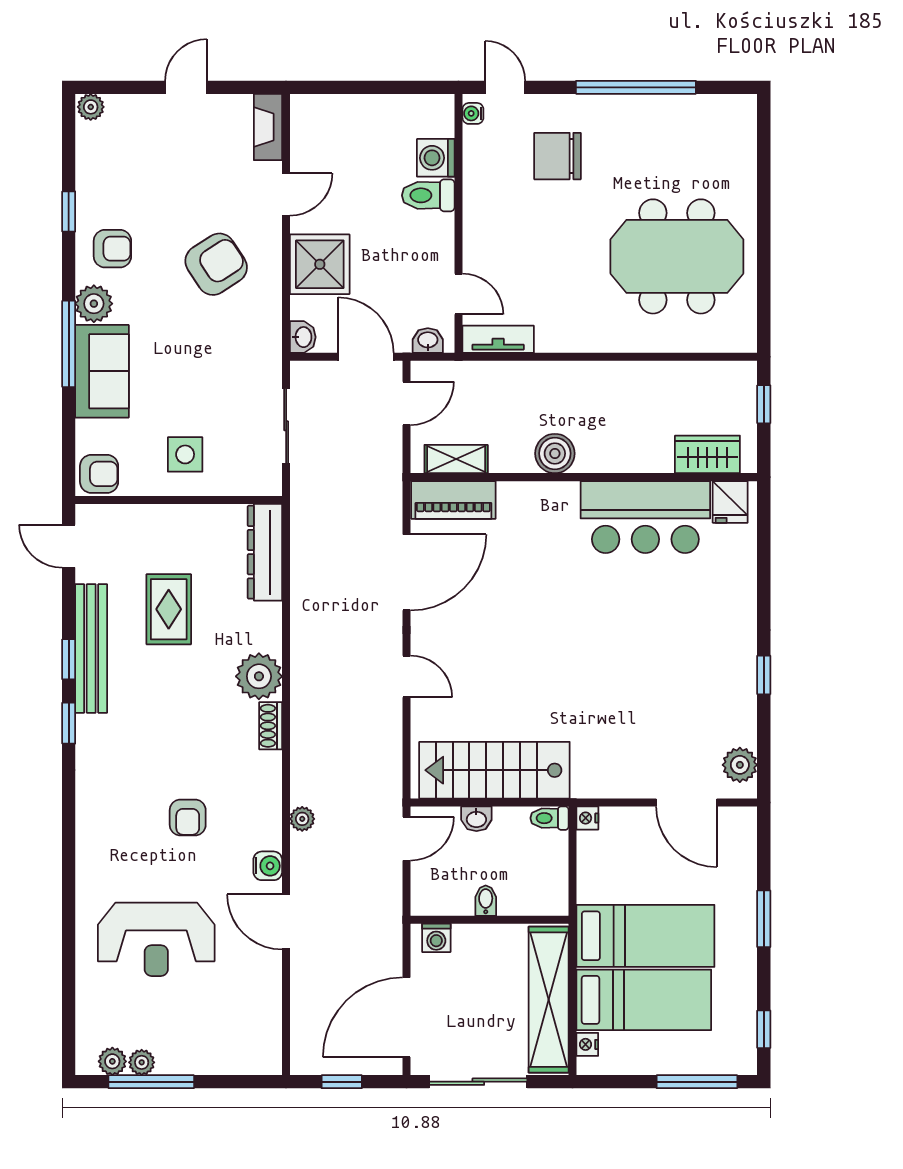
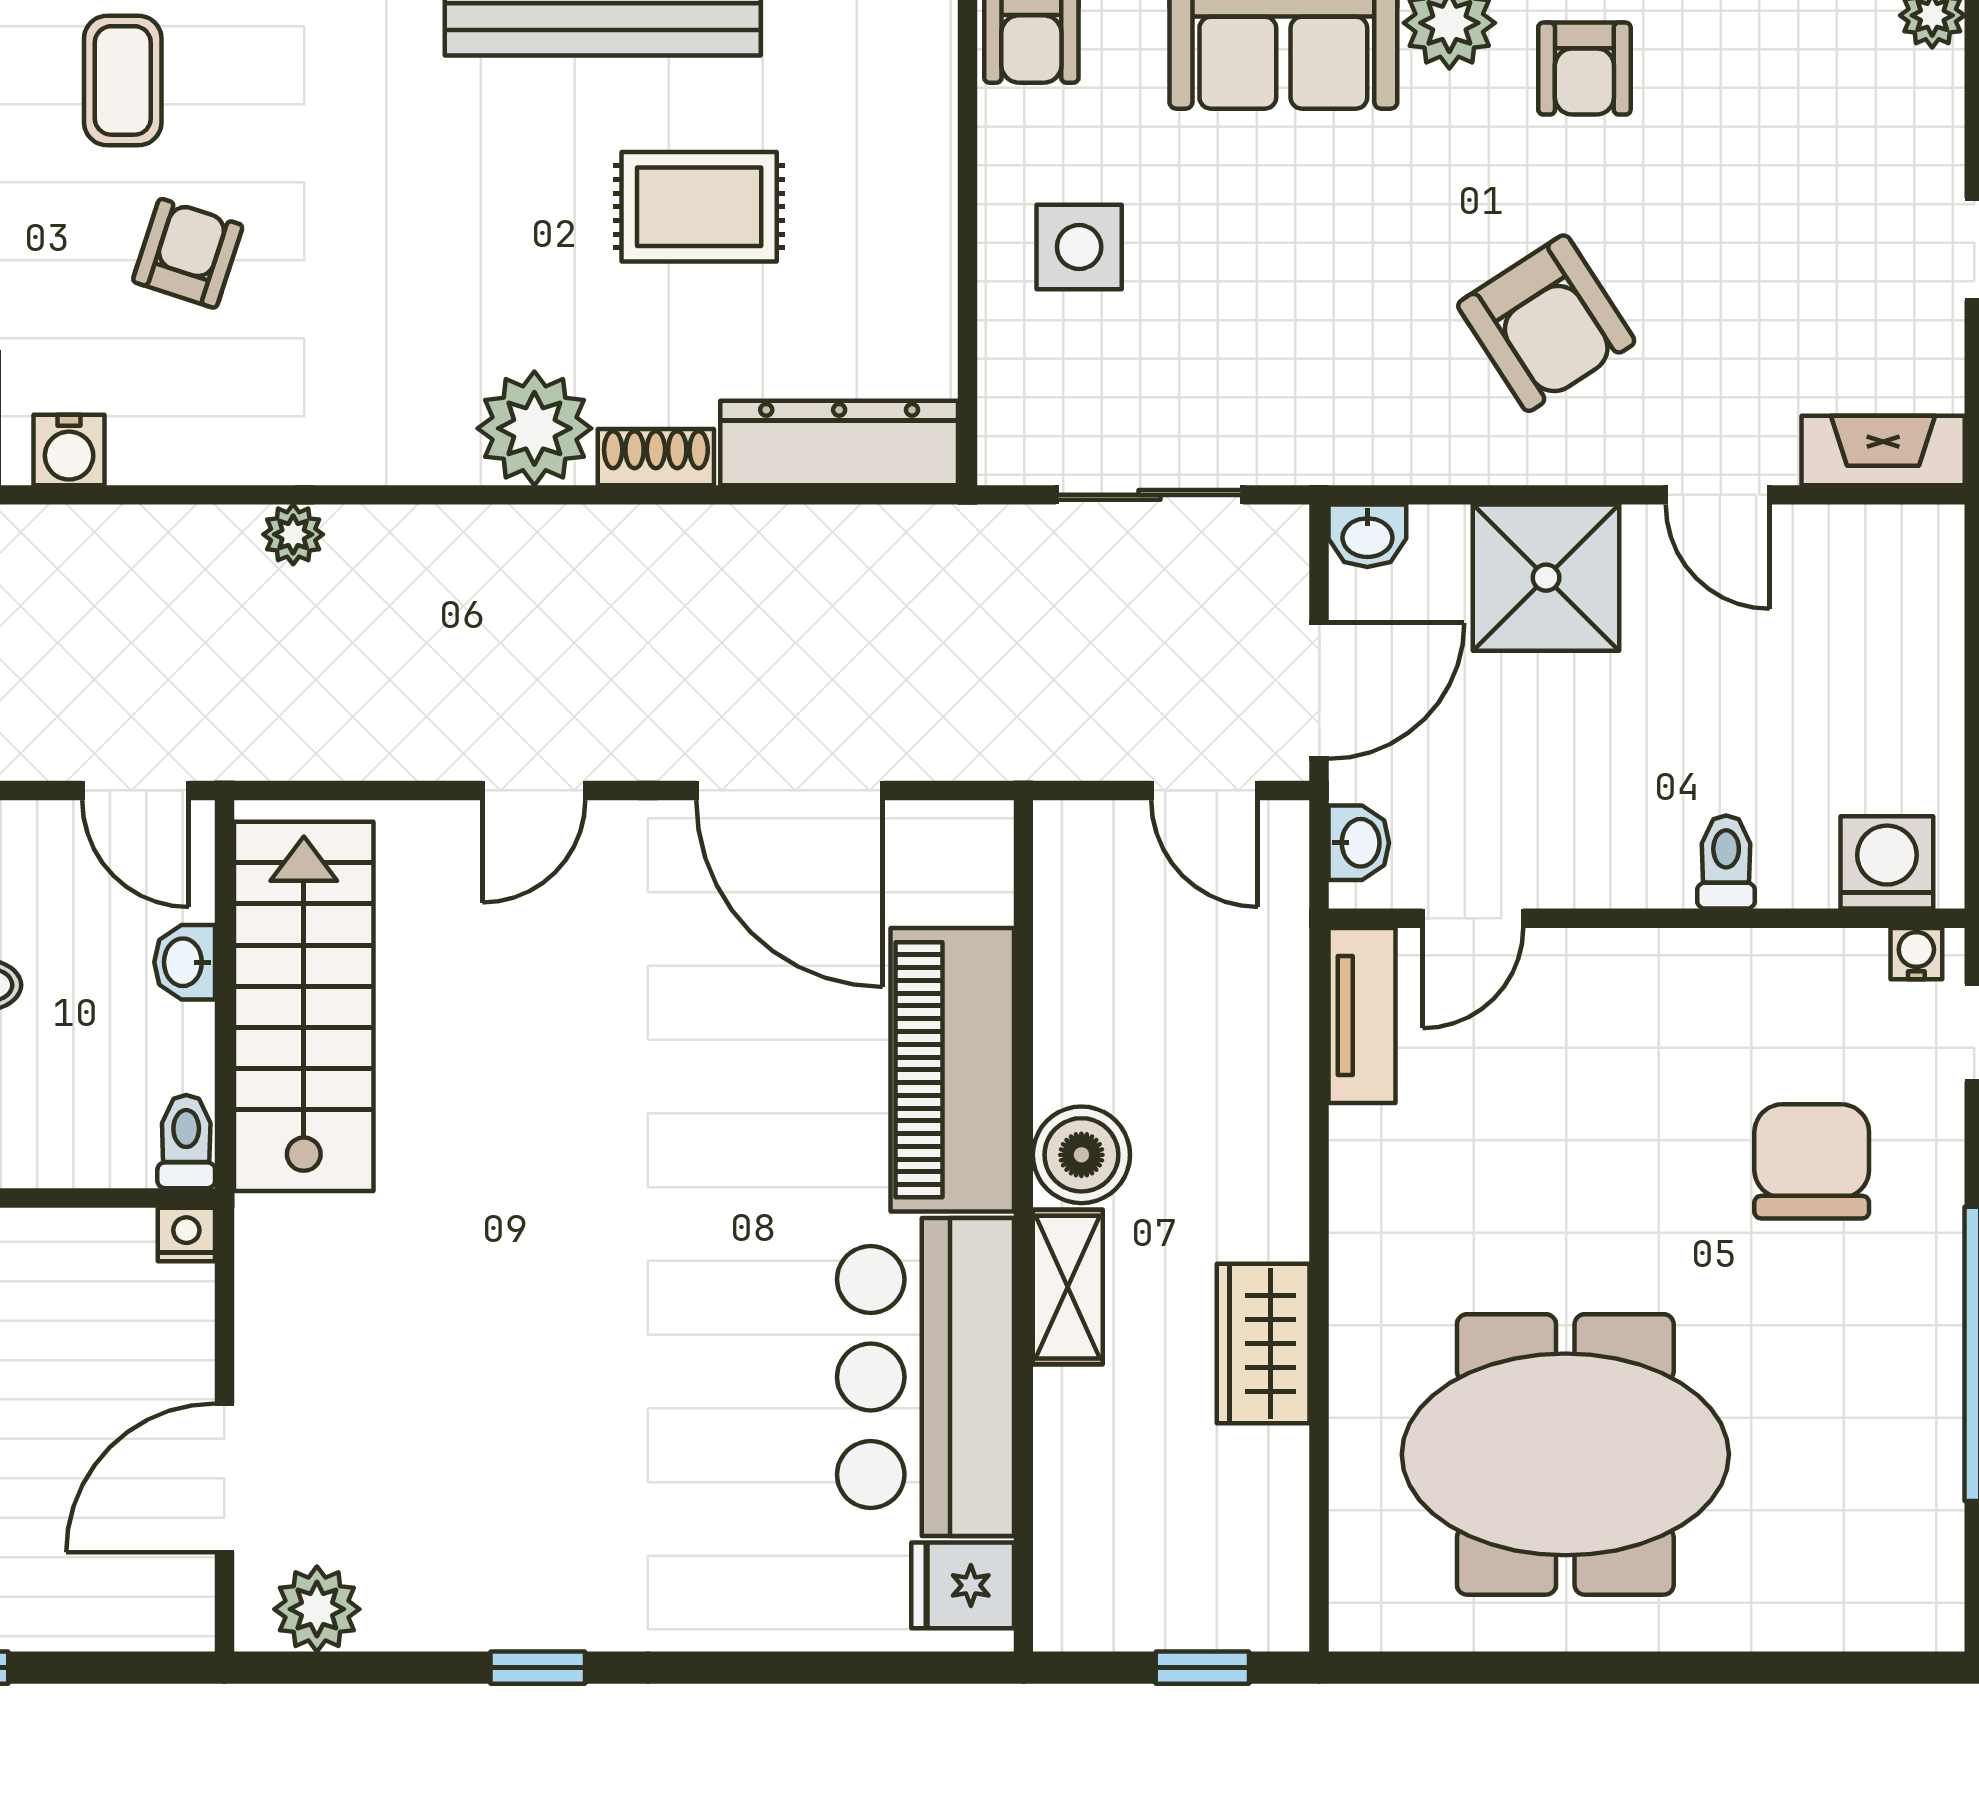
washing machine: (436, 158) -> (1887, 862), moved
toilet: (428, 195) -> (1726, 862), width x0.73, depth x0.72
meeting table: (677, 256) -> (1565, 1454), turned 90
wardrobe: (707, 454) -> (1263, 1344), moved, turned 180
shelving: (456, 459) -> (1068, 1287), moved
piano: (453, 500) -> (952, 1070), moved, width x1.37, depth x1.33
shoe rack: (271, 726) -> (656, 457), moved
armchair: (188, 818) -> (188, 253), turned 108
plant: (302, 819) -> (293, 534), moved
coffee table: (117, 844) -> (123, 80), added

